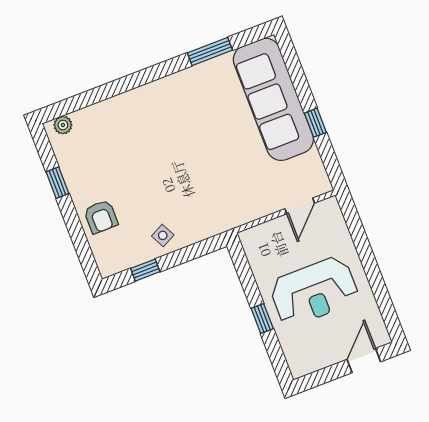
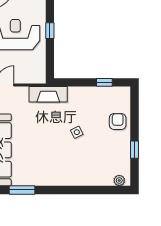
fireplace: (226, 218) -> (48, 94), added
side table: (163, 235) -> (77, 132), moved

